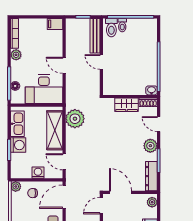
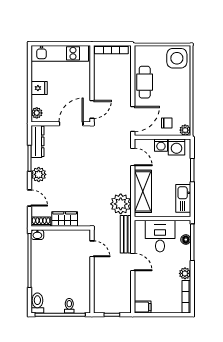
toilet: (111, 28) -> (37, 303), moved
bench: (95, 36) -> (126, 234), moved
door: (101, 62) -> (92, 249), moved
desk: (44, 89) -> (160, 236), width x0.73
washing machine: (18, 145) -> (177, 147), moved, turned -90
door: (121, 192) -> (71, 124), swing flipped

